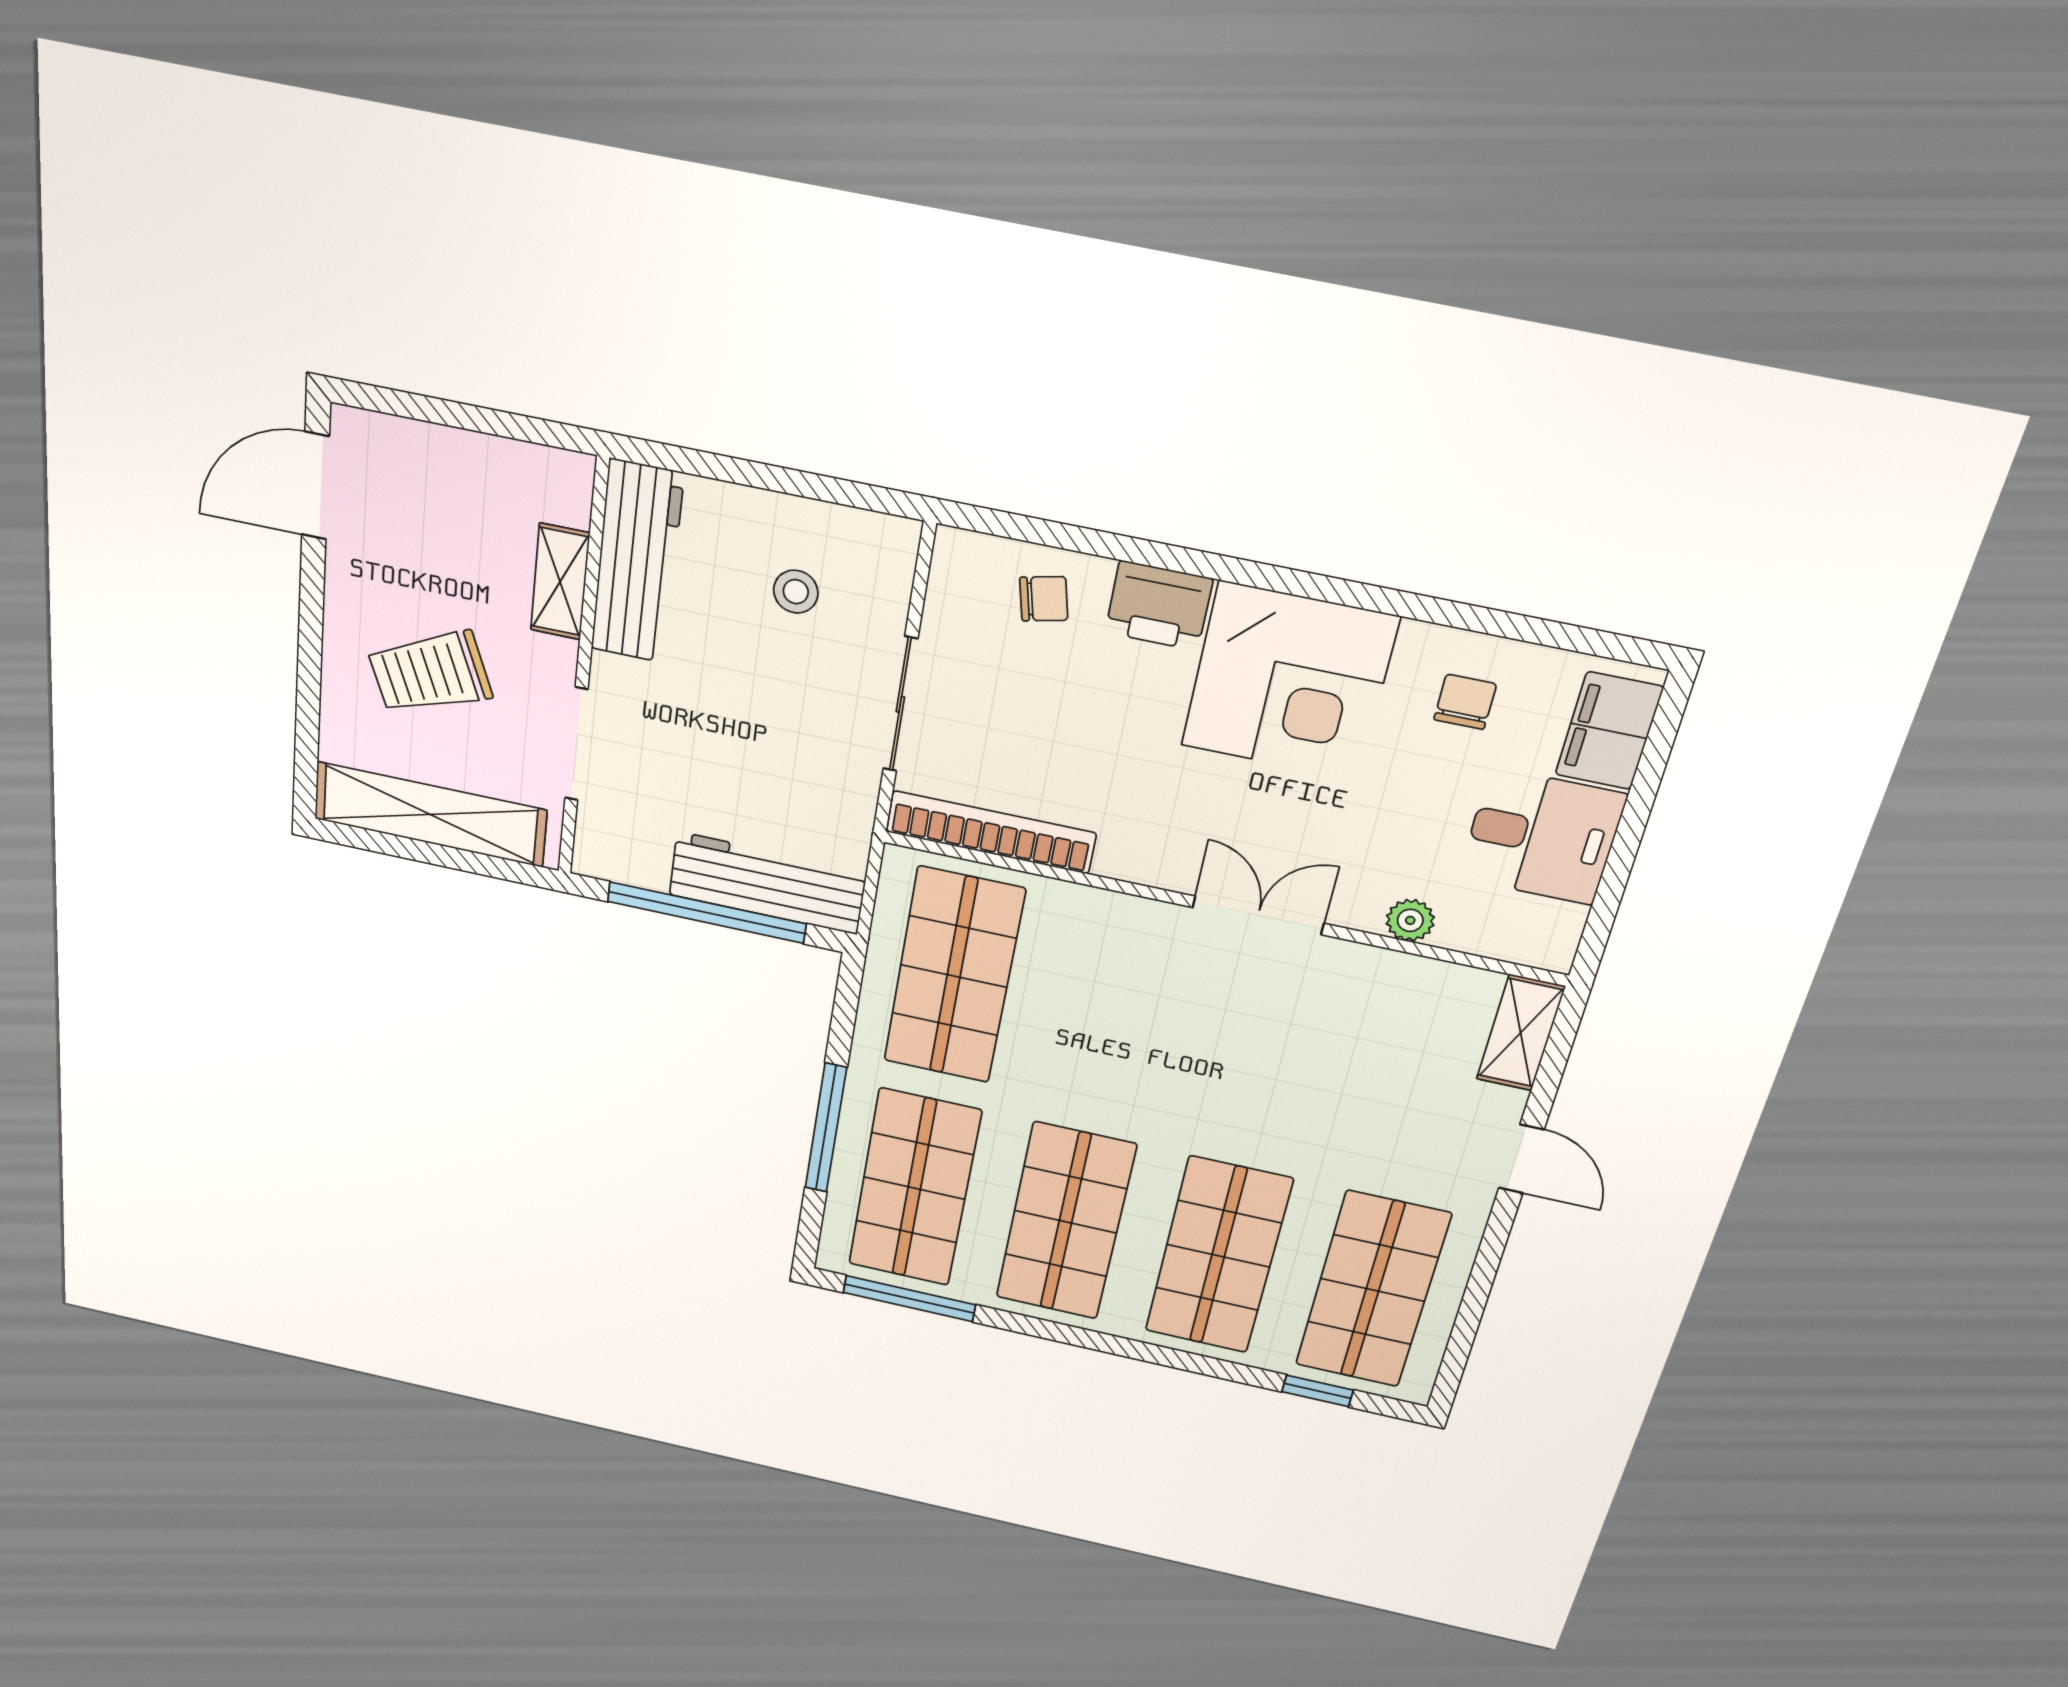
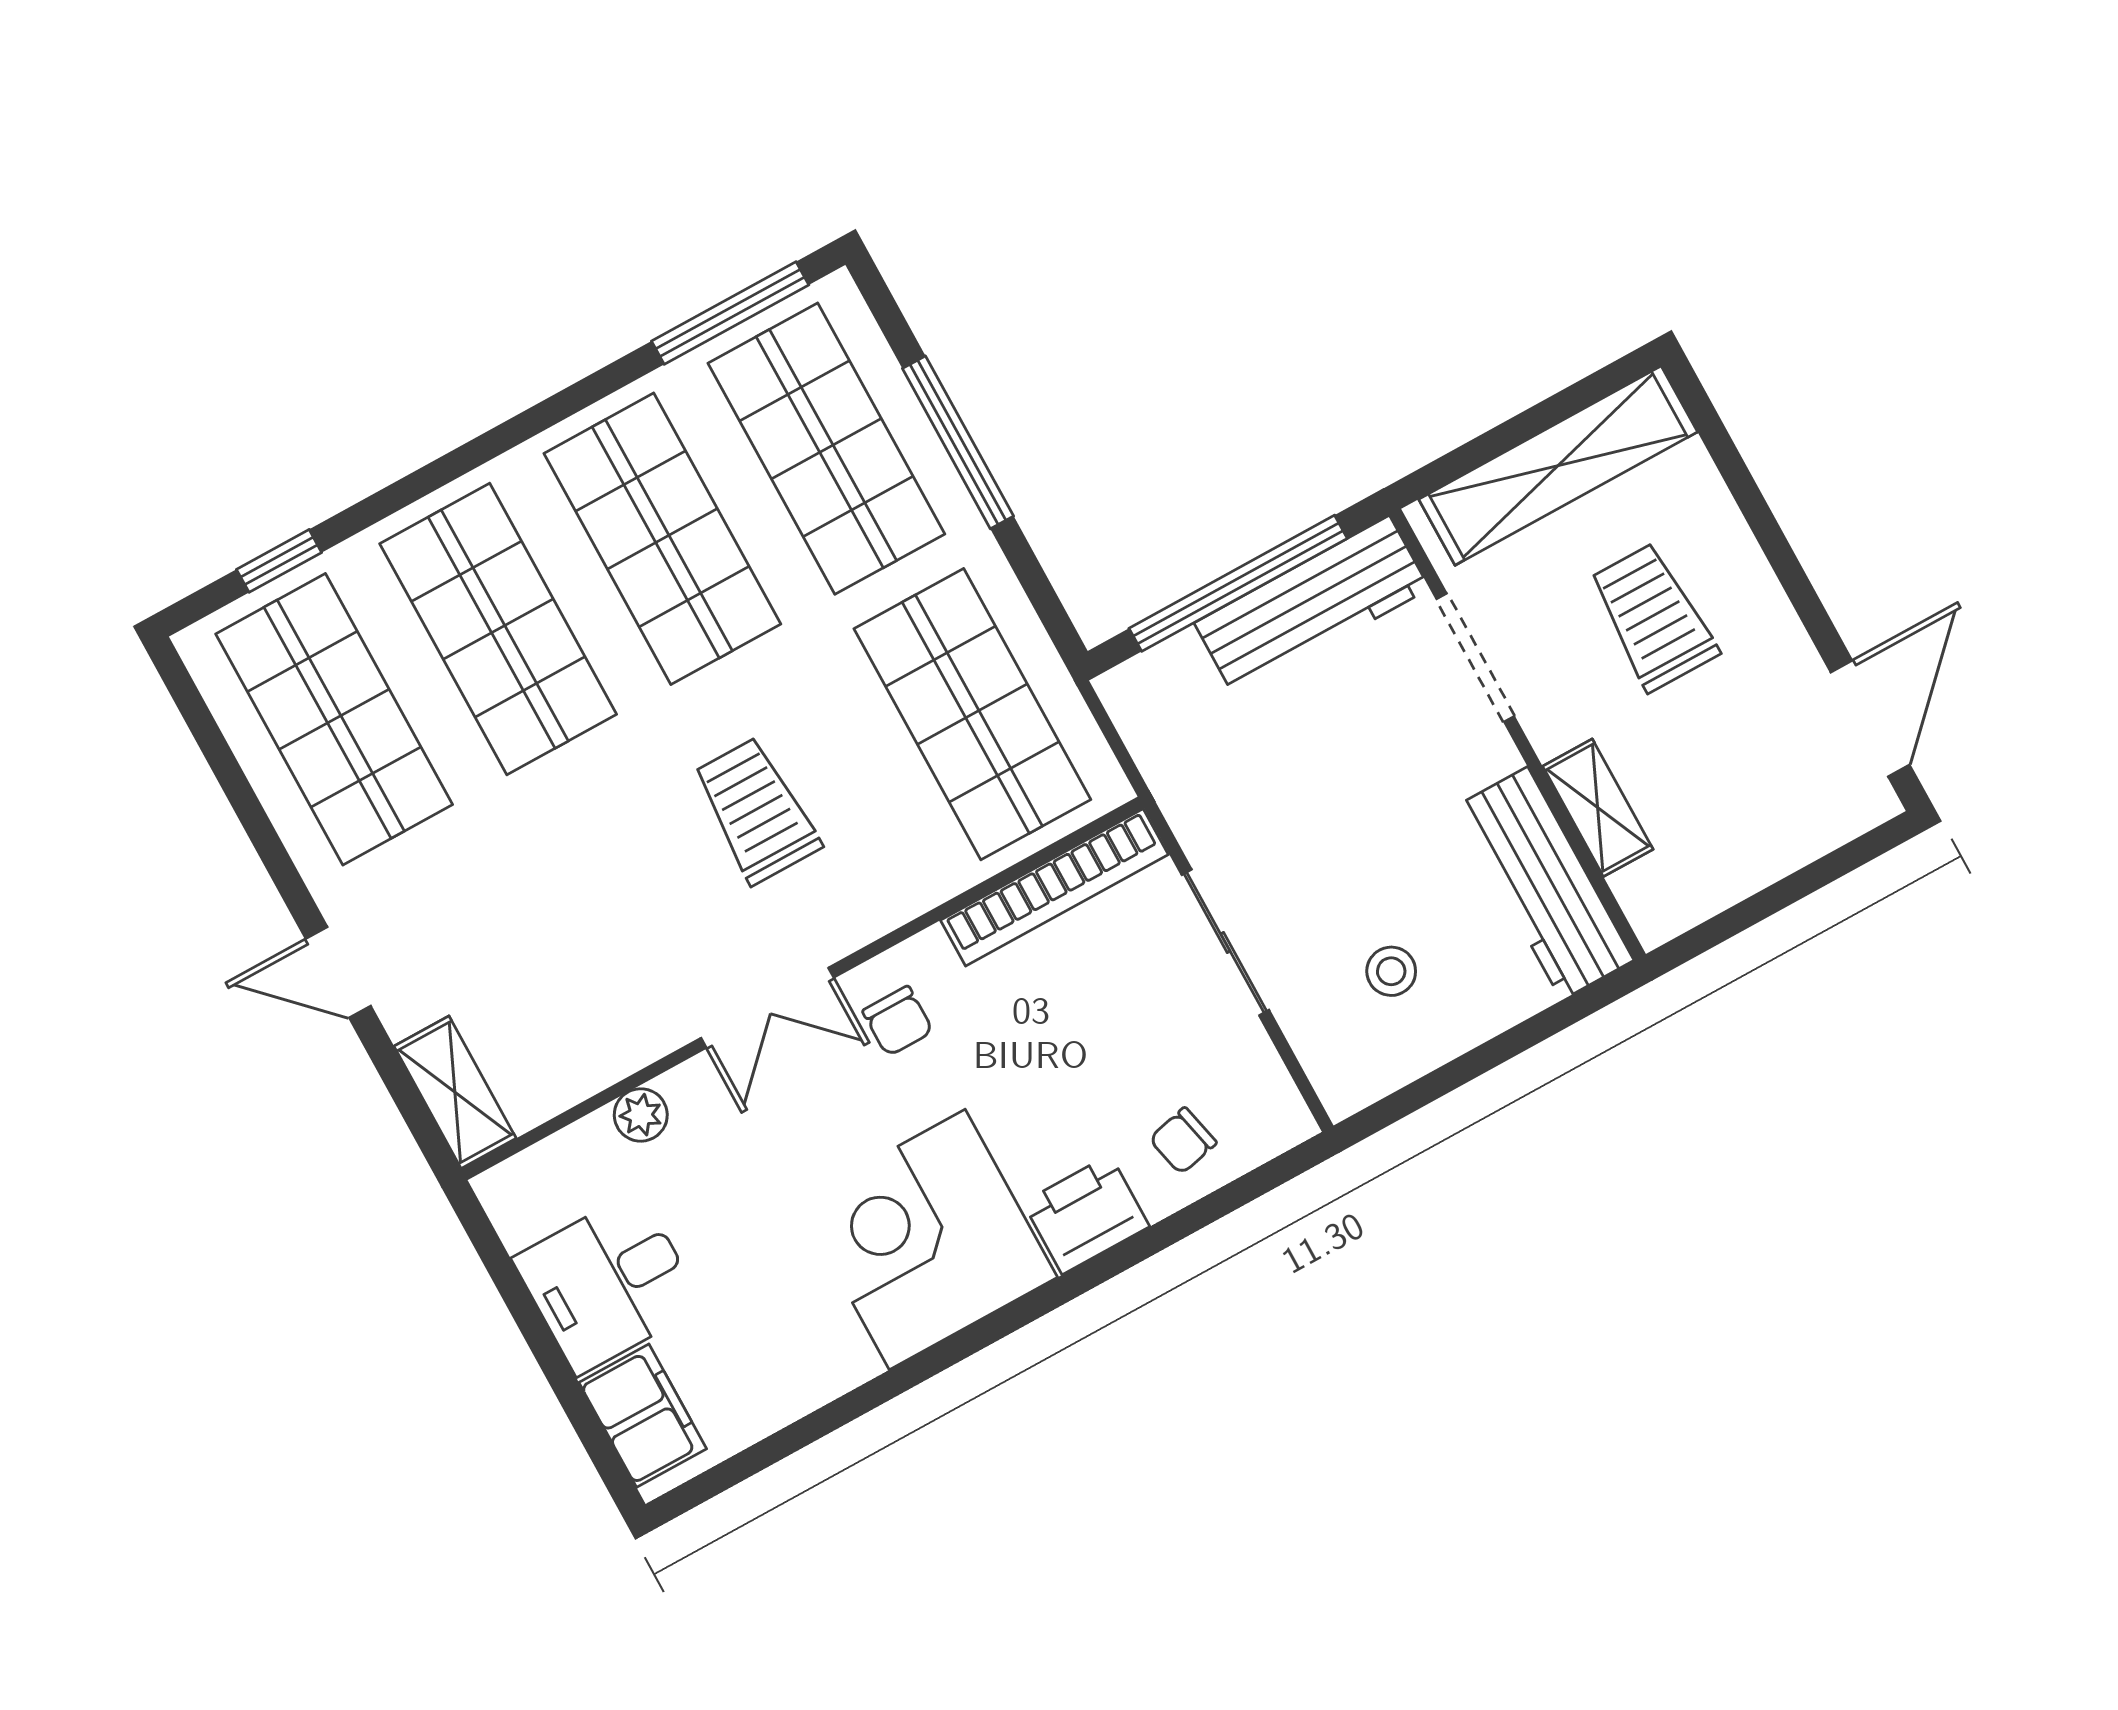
trolley: (430, 673) -> (1653, 617), turned -68
chair: (1465, 702) -> (898, 1021), moved
workbench: (767, 883) -> (1312, 606), moved
trolley: (1151, 1033) -> (756, 811), added

